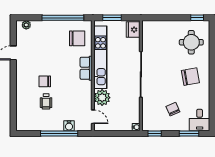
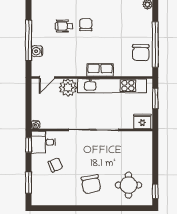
chair: (77, 38) -> (141, 53), moved
desk: (200, 120) -> (43, 142), moved

